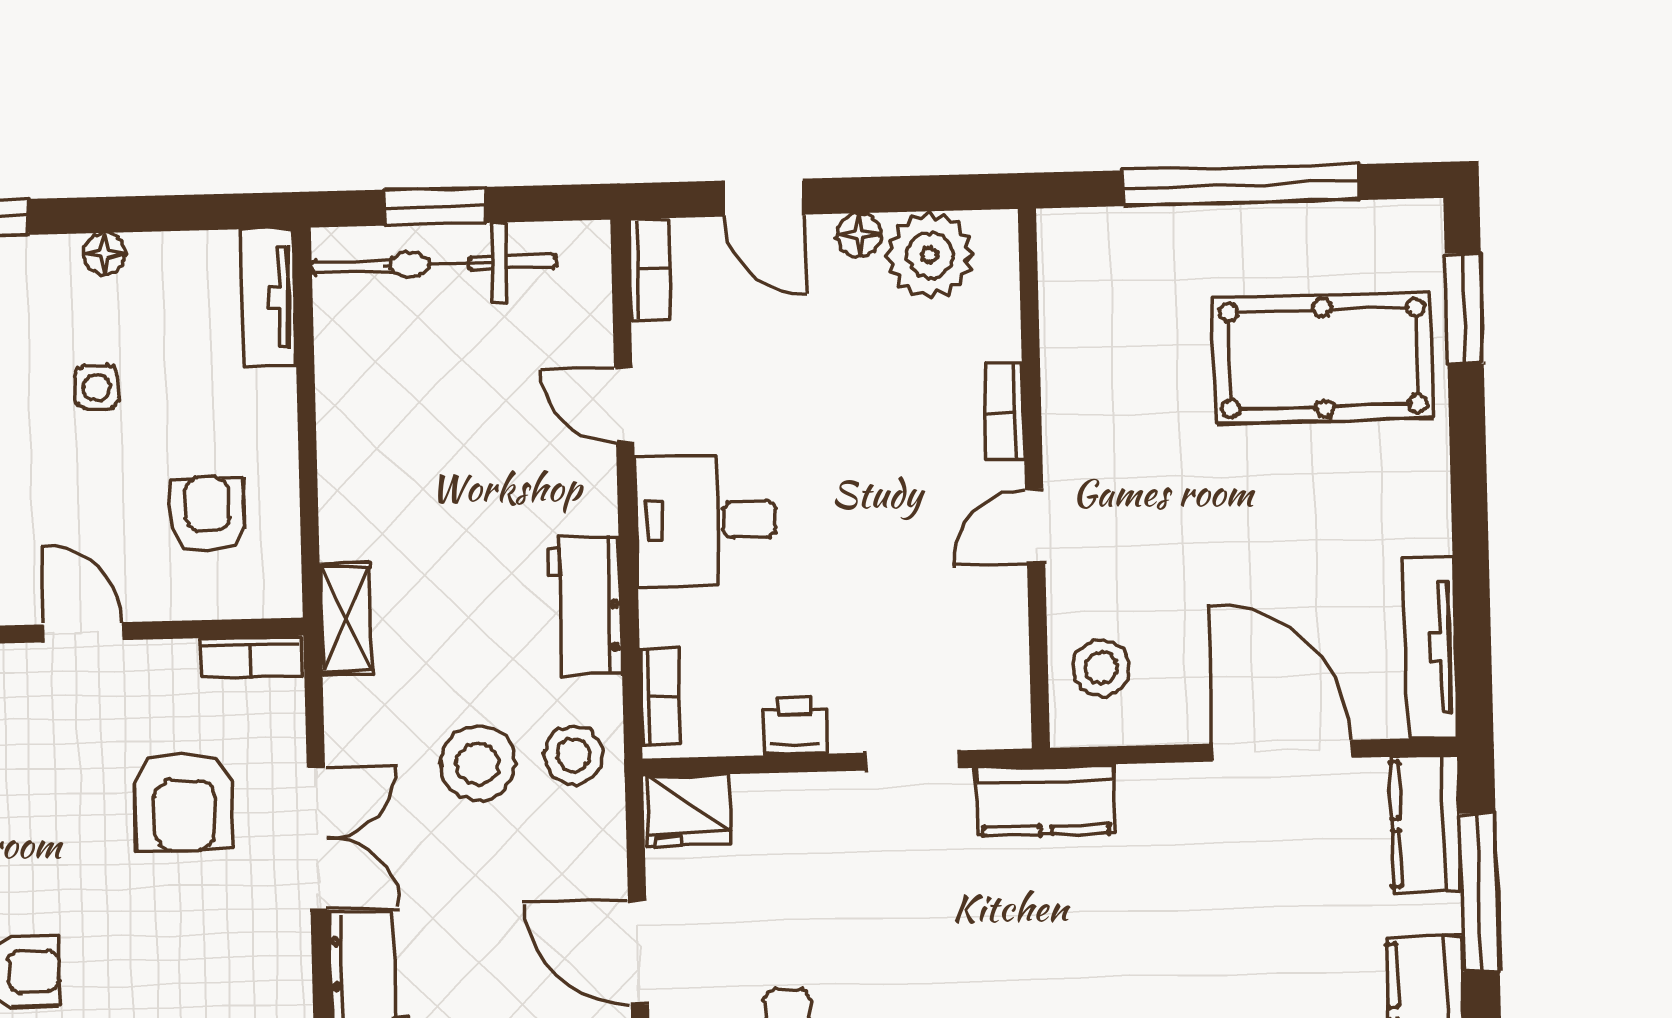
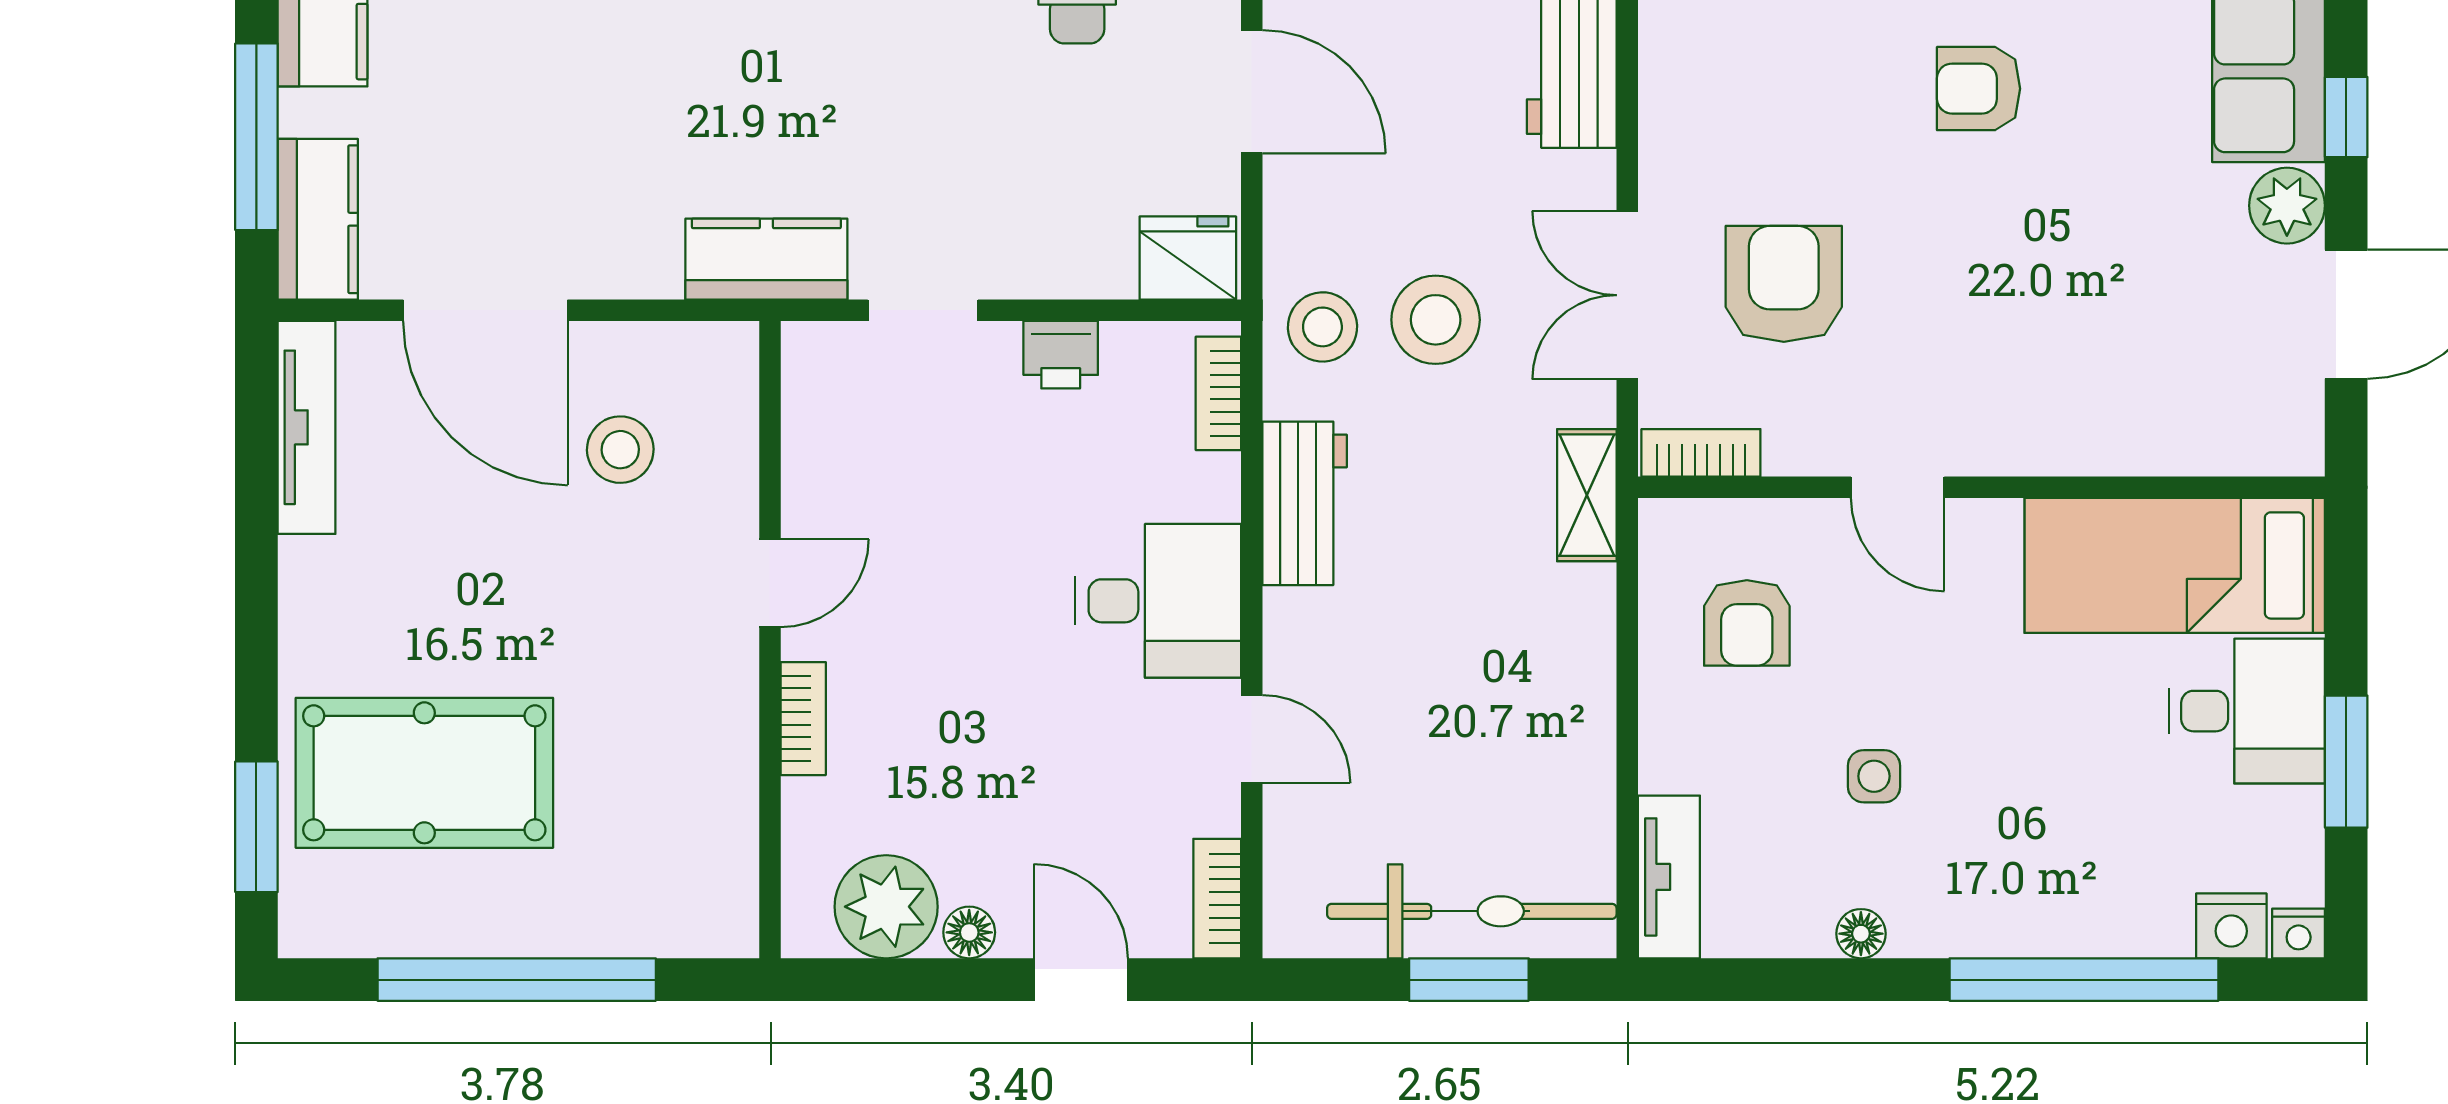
stool: (1101, 668) -> (620, 450), moved
double door: (318, 839) -> (1627, 295), moved

